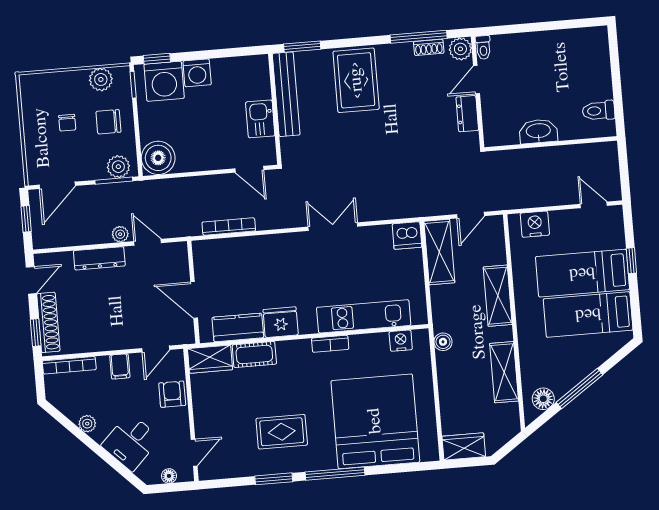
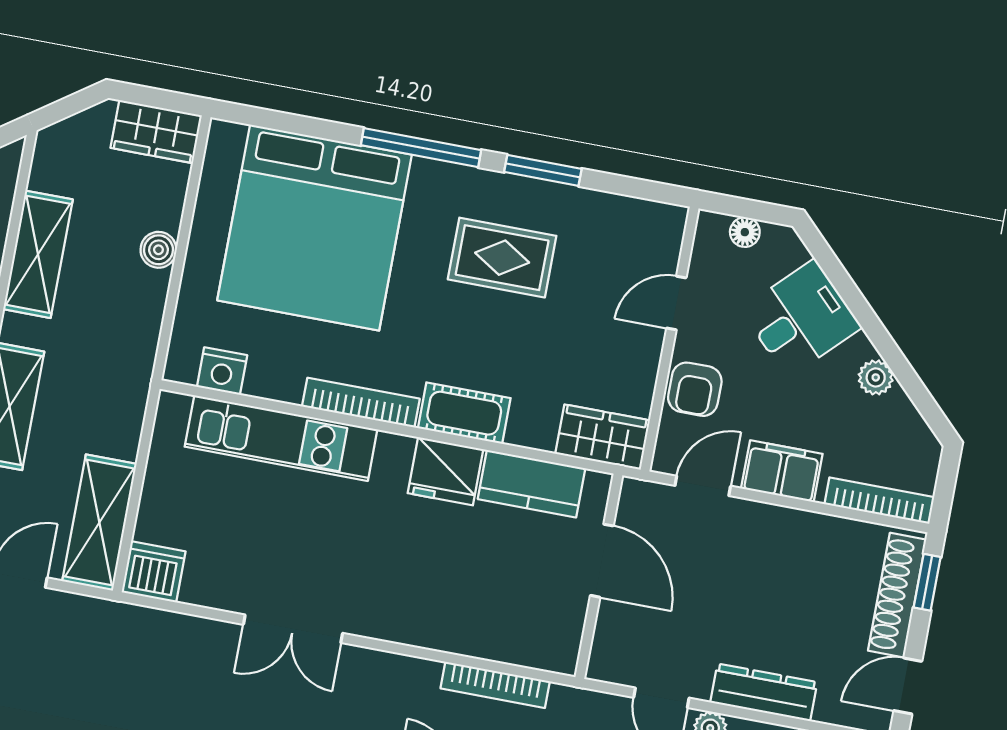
boiler: (443, 342) -> (158, 250), moved
bookcase: (330, 344) -> (361, 403), width x1.56
cot: (254, 354) -> (464, 413), moved
filing cabinet: (120, 366) -> (782, 471), width x2.00
door: (194, 453) -> (676, 303), moved

